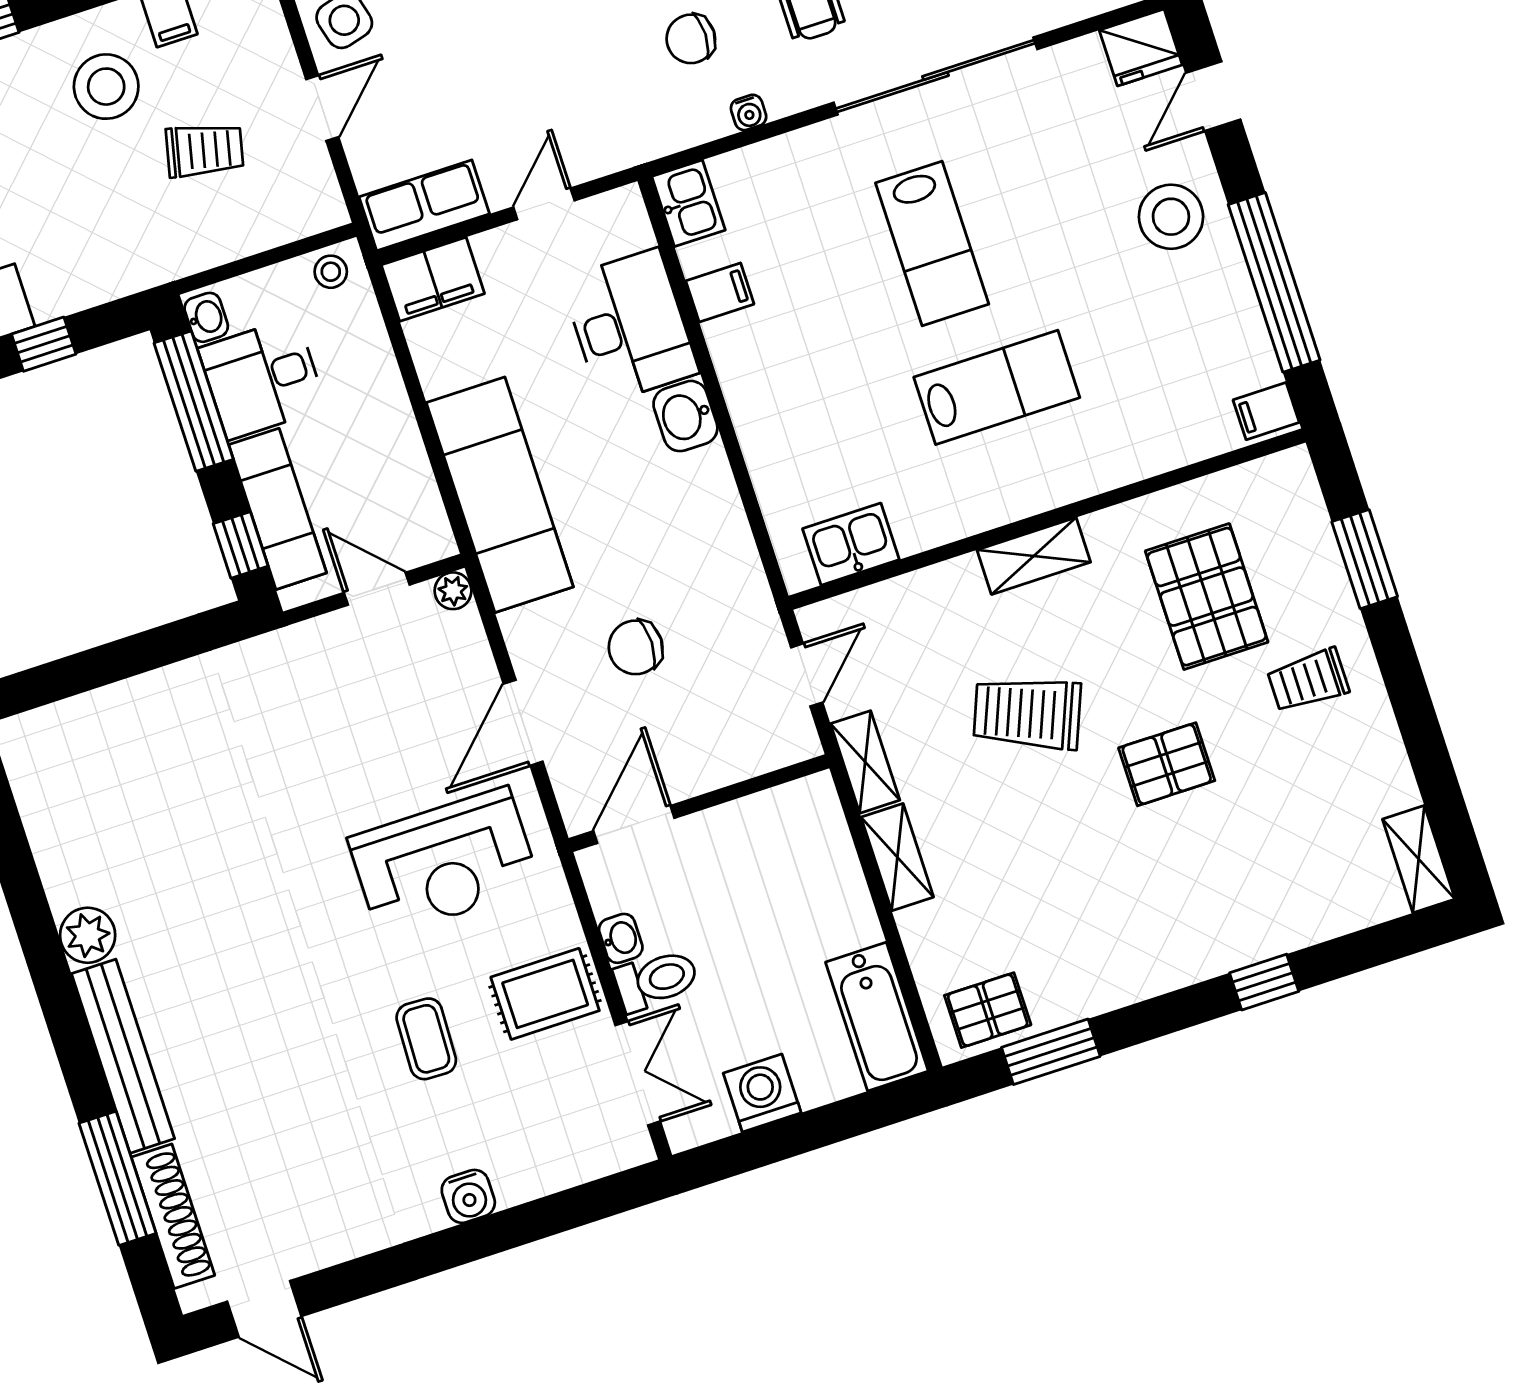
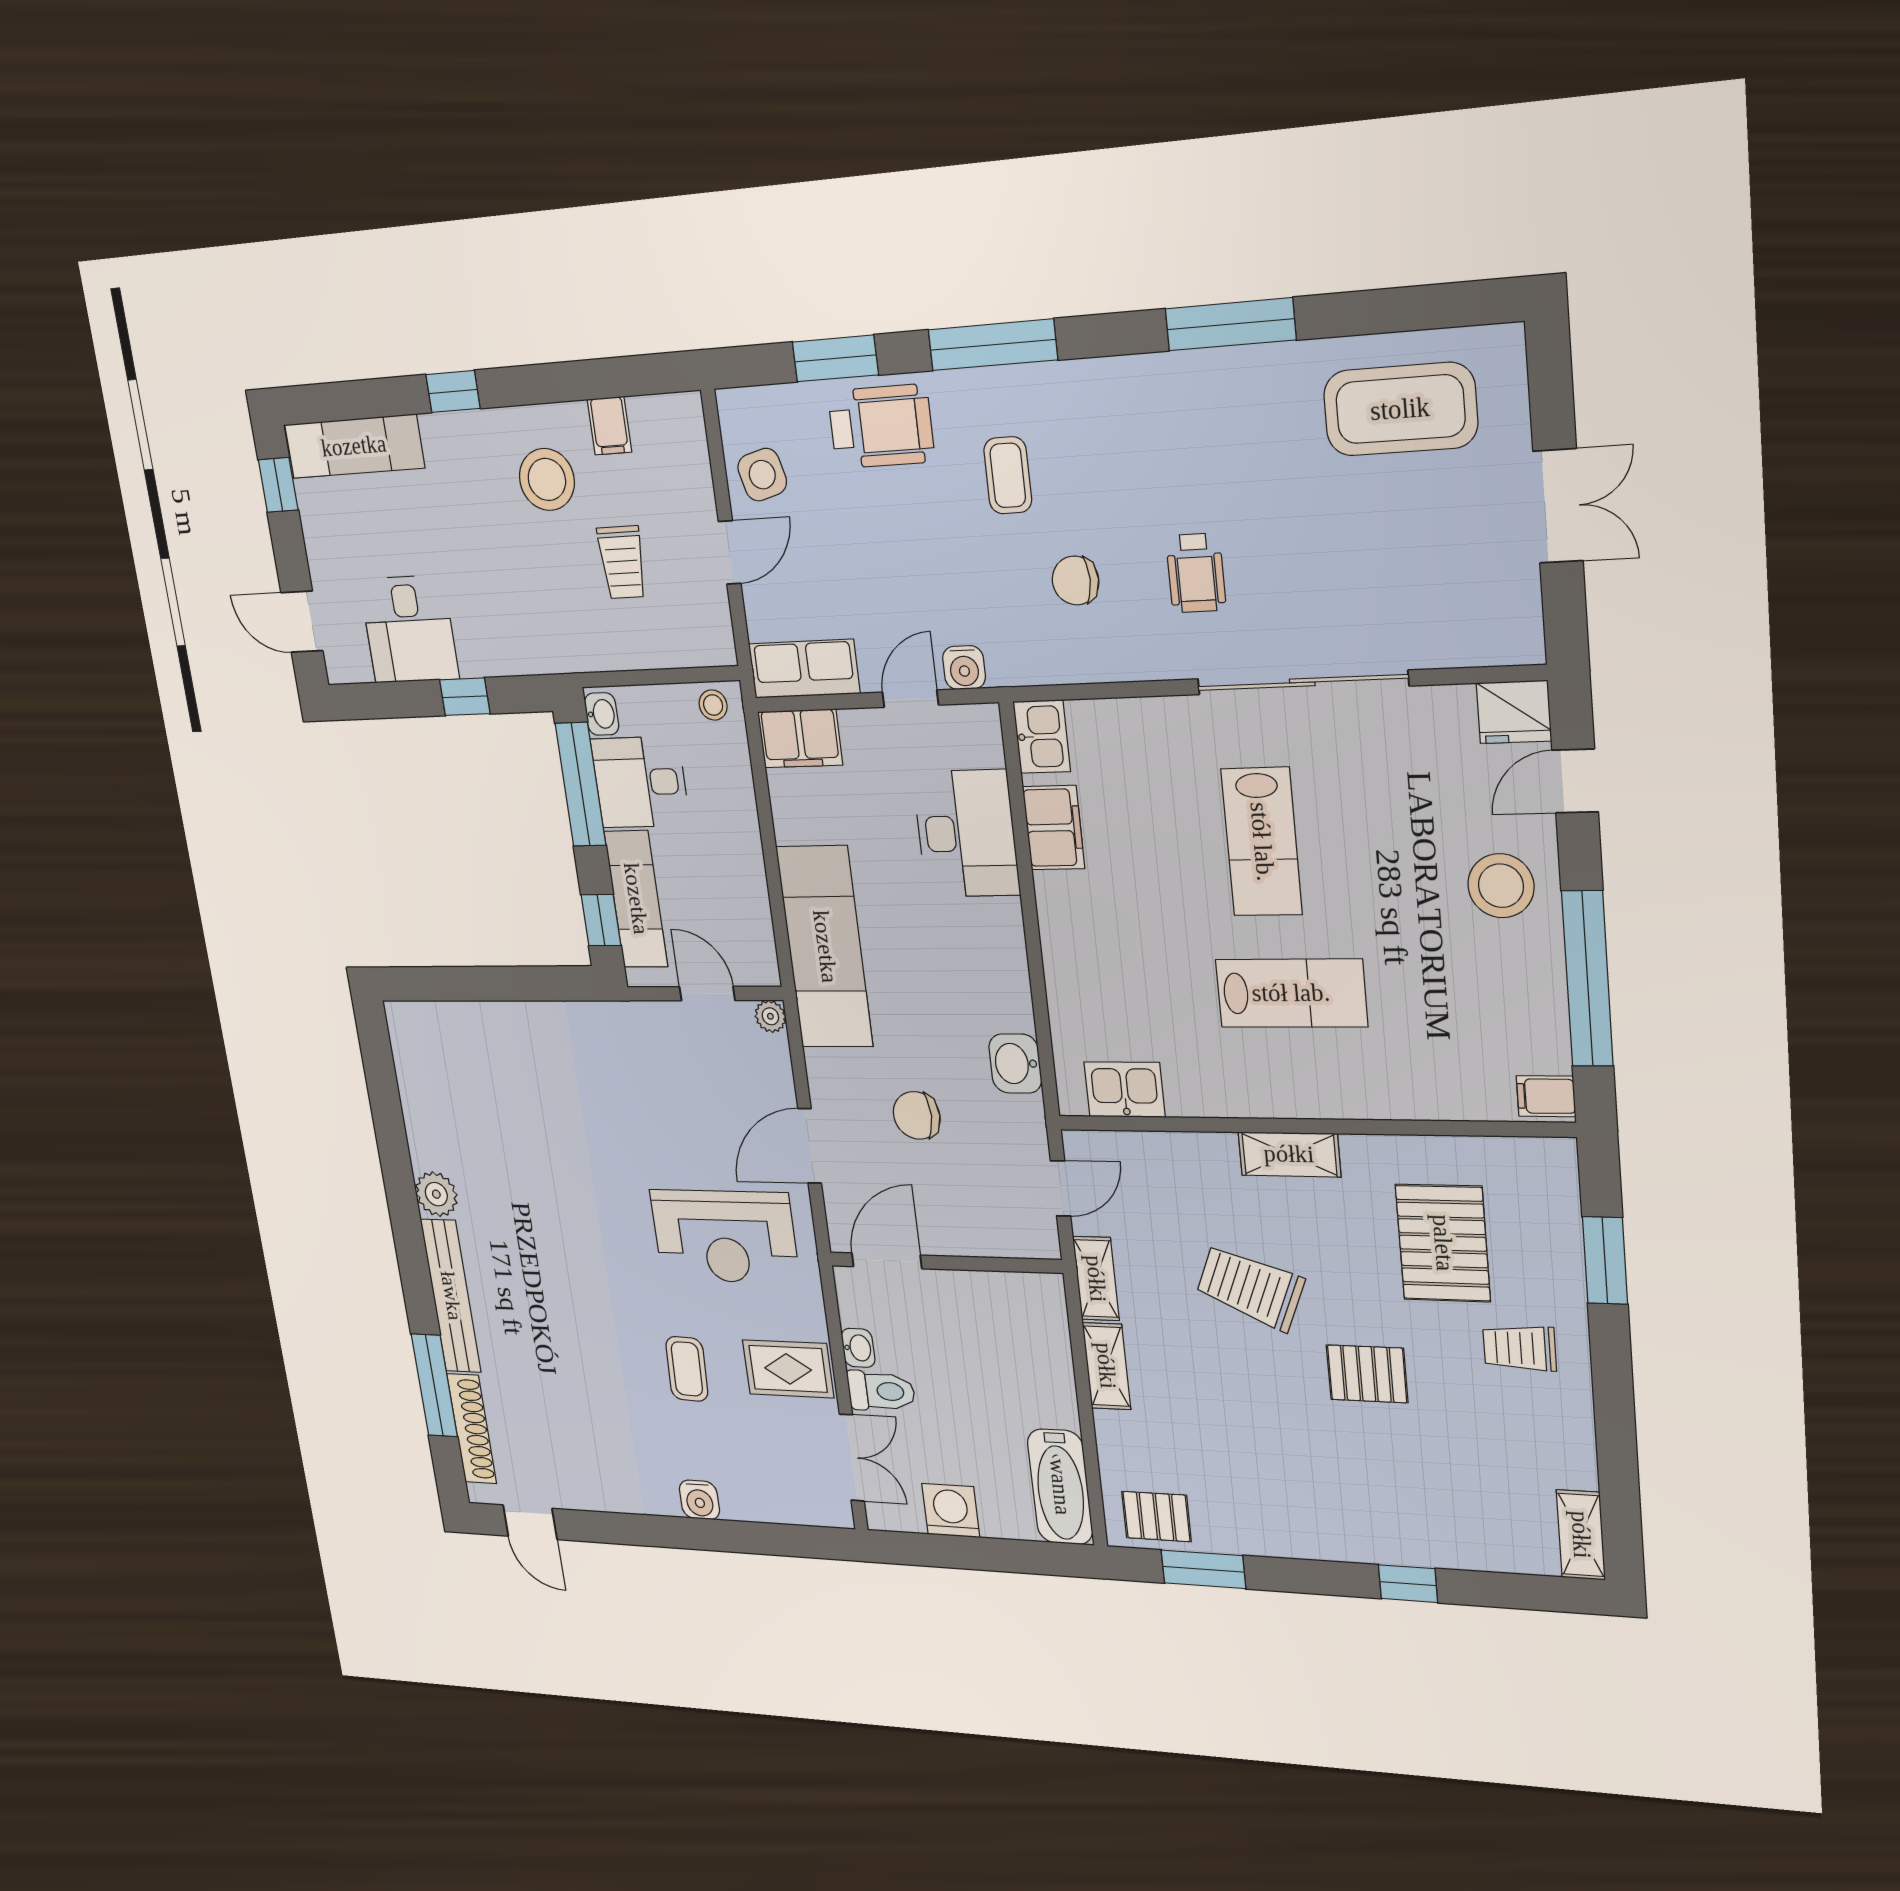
water cooler: (749, 112) -> (964, 668), moved, width x1.38, depth x1.38
trolley: (205, 150) -> (622, 562), turned 77
filing cabinet: (720, 292) -> (1054, 828), width x2.00
washbasin: (685, 416) -> (1015, 1064), moved

